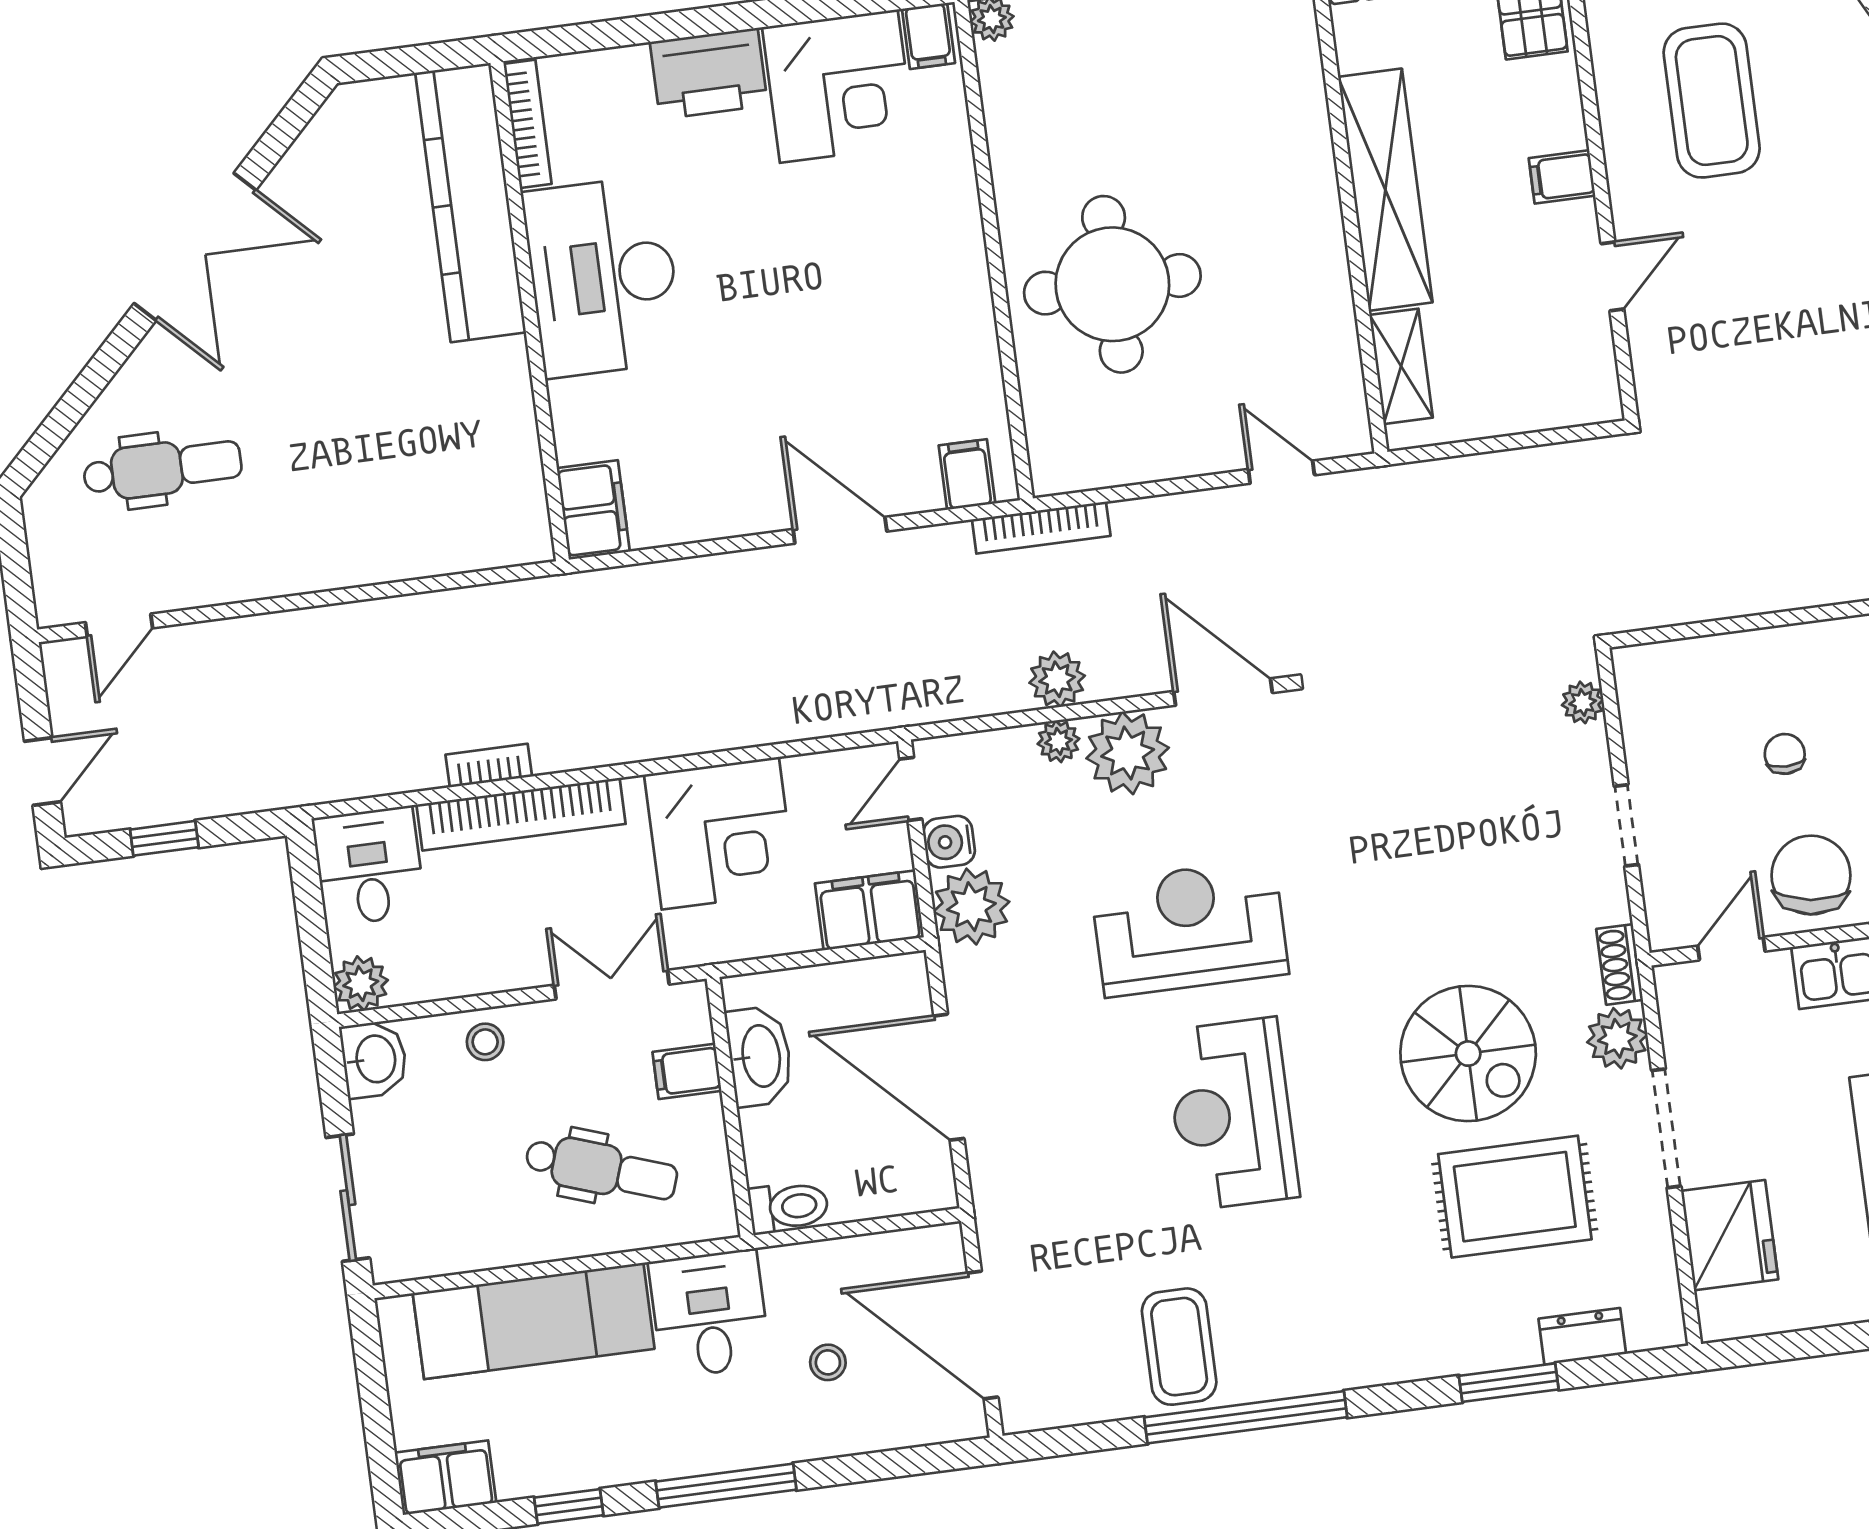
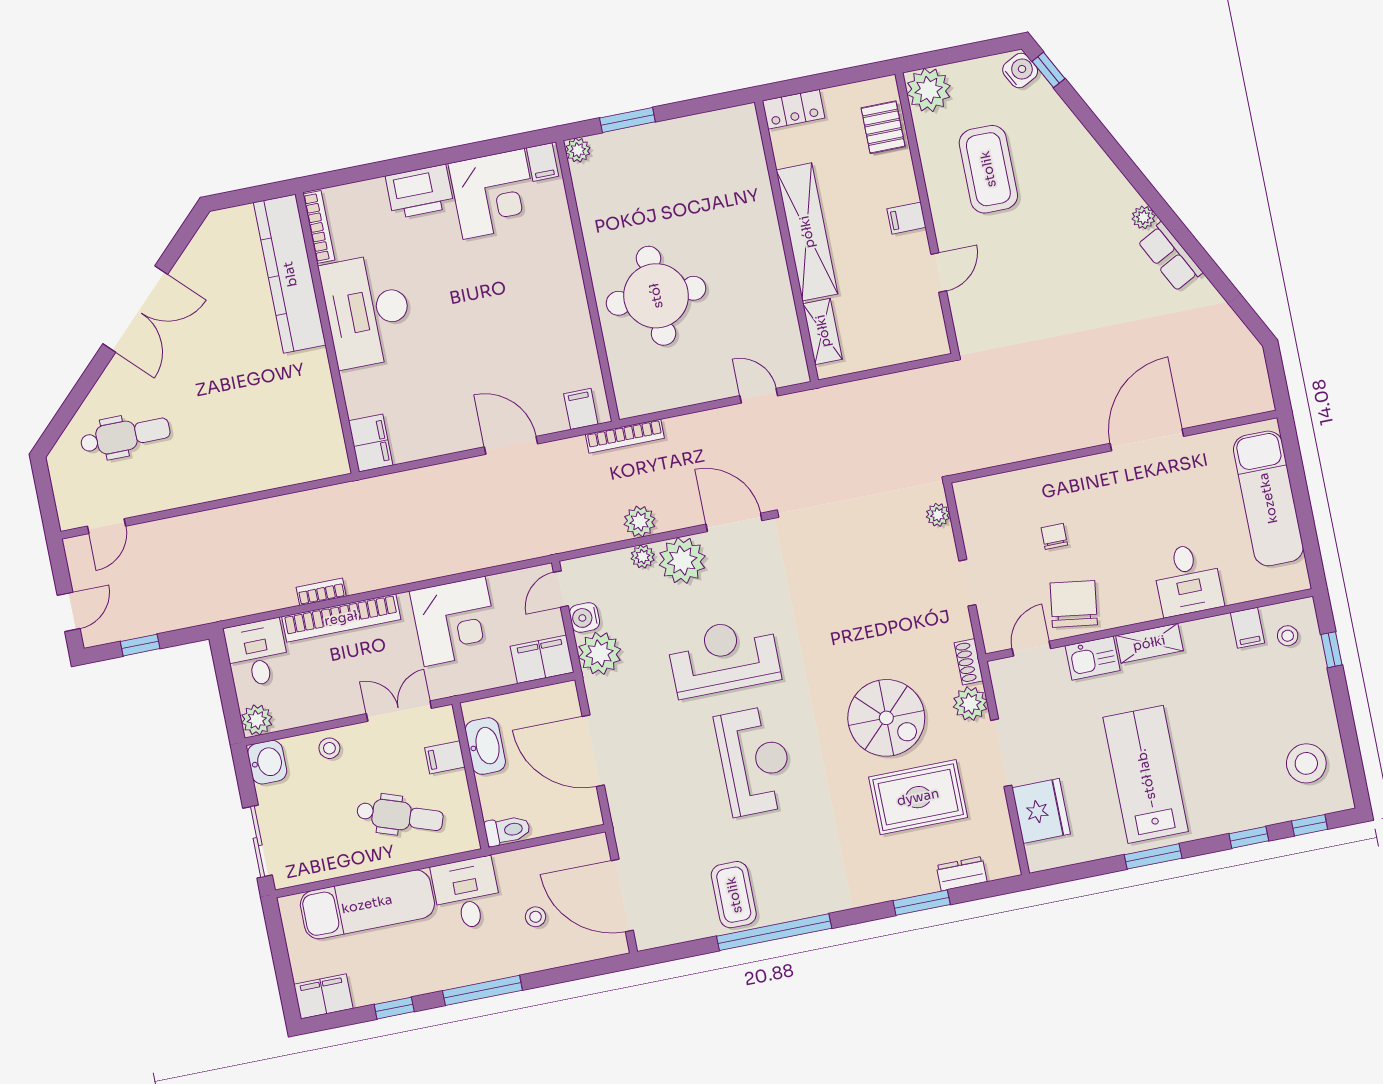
reception desk: (1232, 1114) -> (755, 761), turned 180

